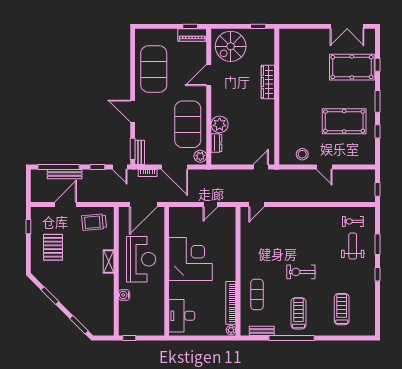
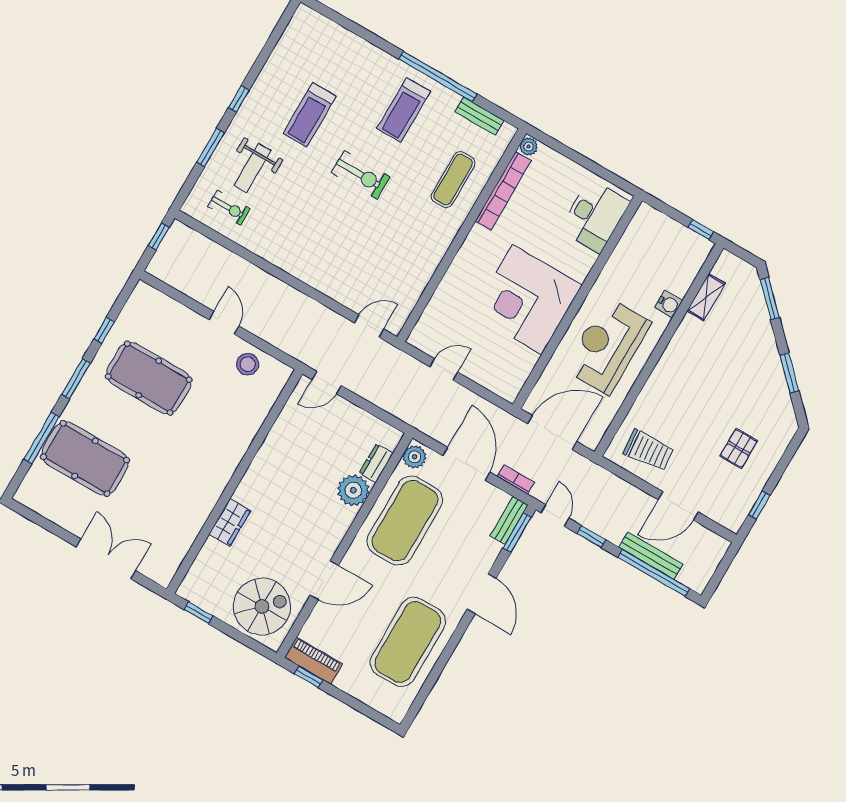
double door: (347, 26) -> (106, 559), moved
window: (378, 65) -> (41, 438), width x2.17
wardrobe: (268, 82) -> (230, 523), width x0.67
pallet: (53, 247) -> (739, 448), width x0.67, depth x0.71
shelving: (109, 261) -> (706, 297), moved
treadmill: (342, 309) -> (310, 115), moved

